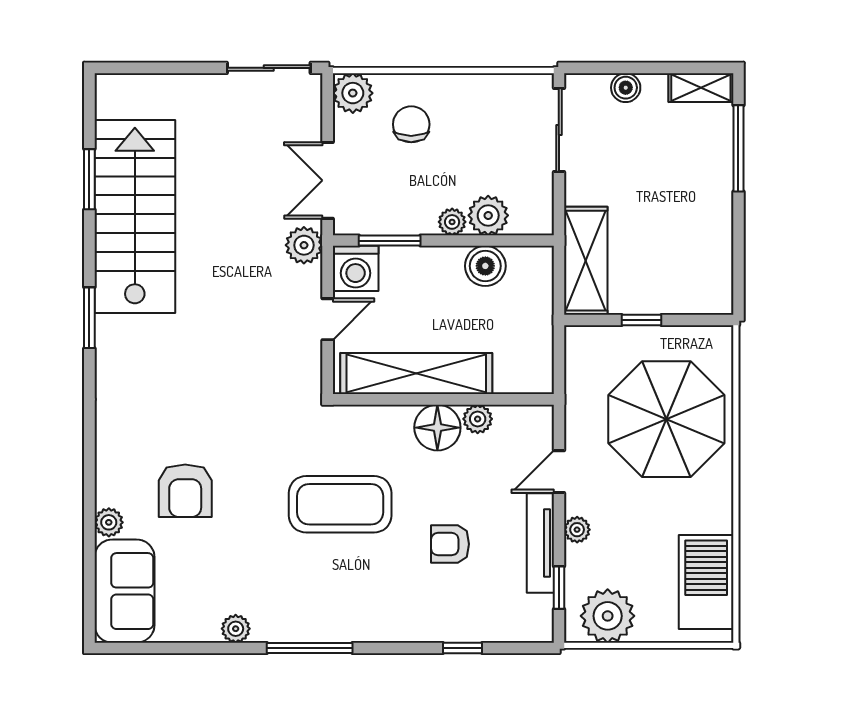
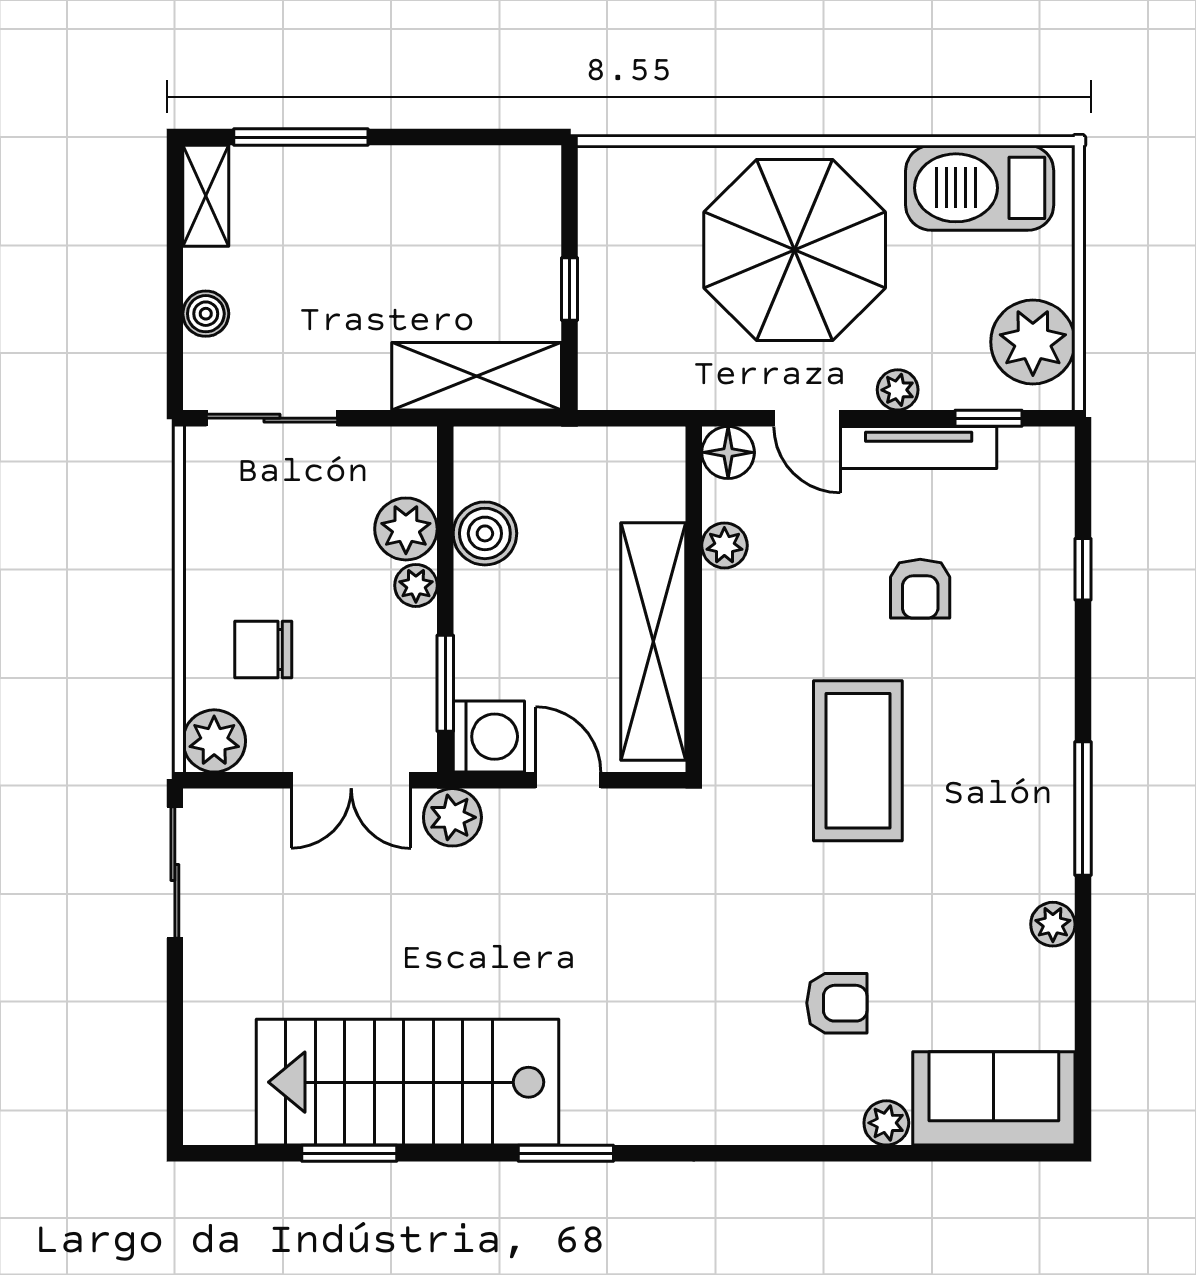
parasol: (666, 419) -> (795, 250), moved
floor lamp: (437, 428) -> (728, 452), moved, width x0.73, depth x0.73
armchair: (185, 491) -> (837, 1003), width x0.72, depth x0.72

